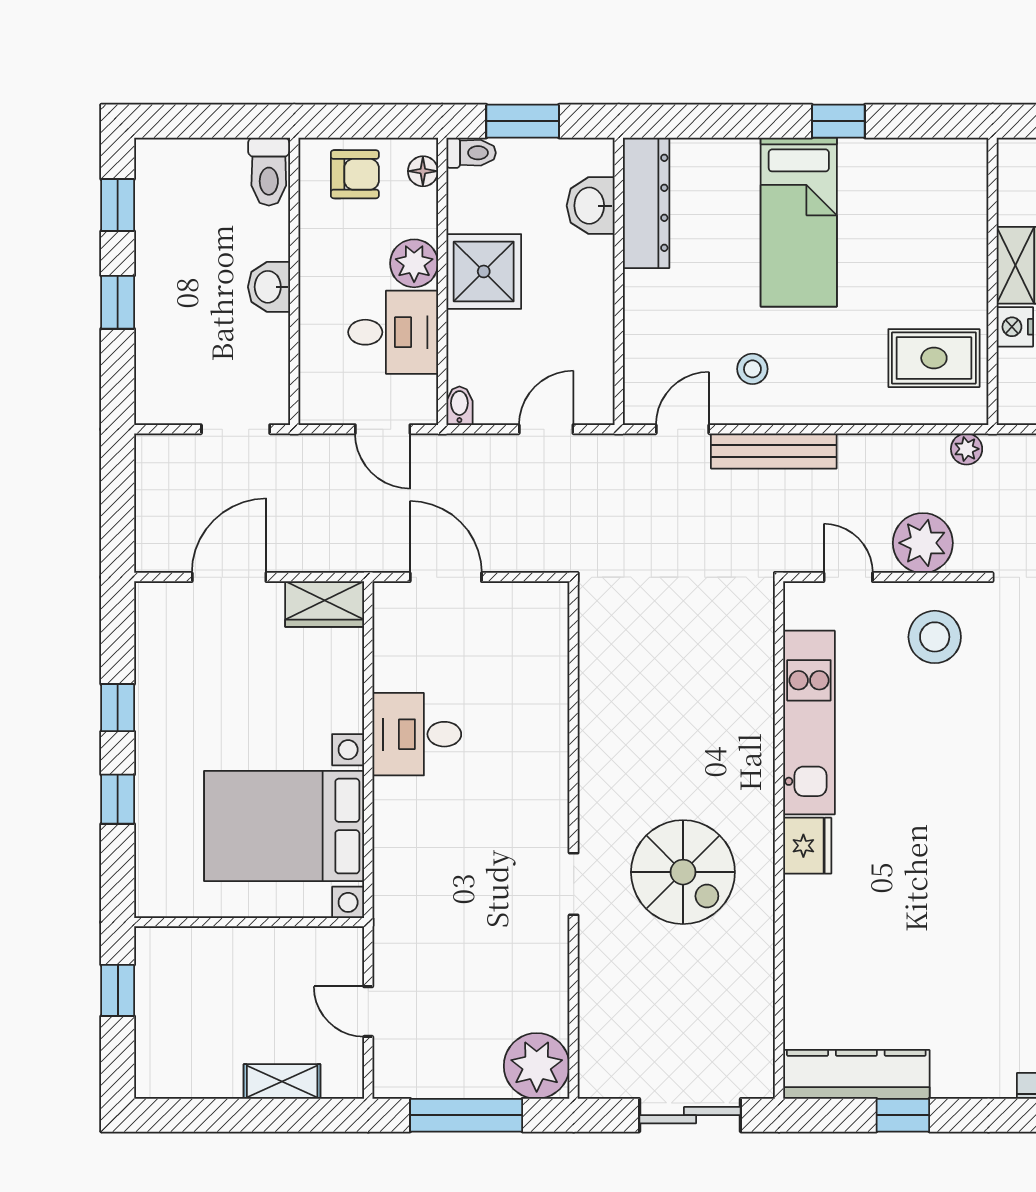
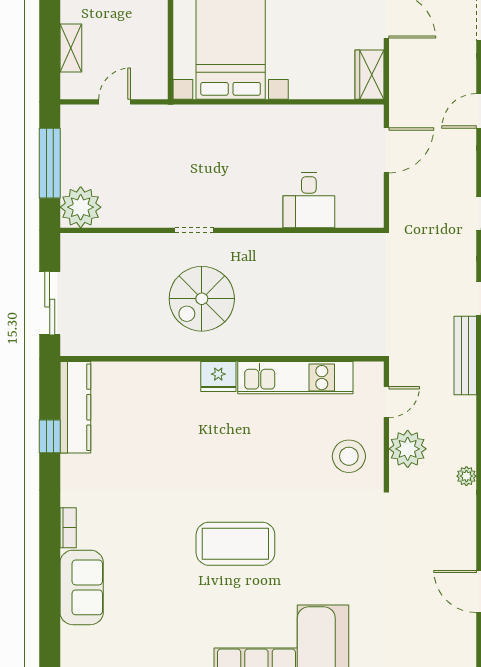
desk: (417, 734) -> (309, 200), moved, turned 180

